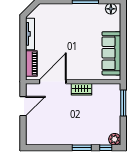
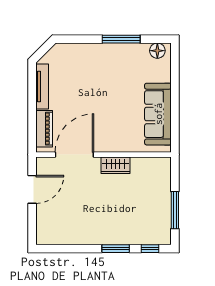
window: (123, 103) -> (175, 210), moved
plant: (115, 139) -> (163, 236), removed

